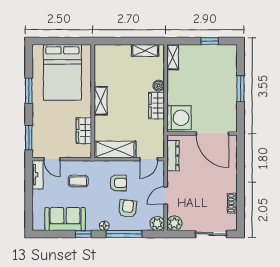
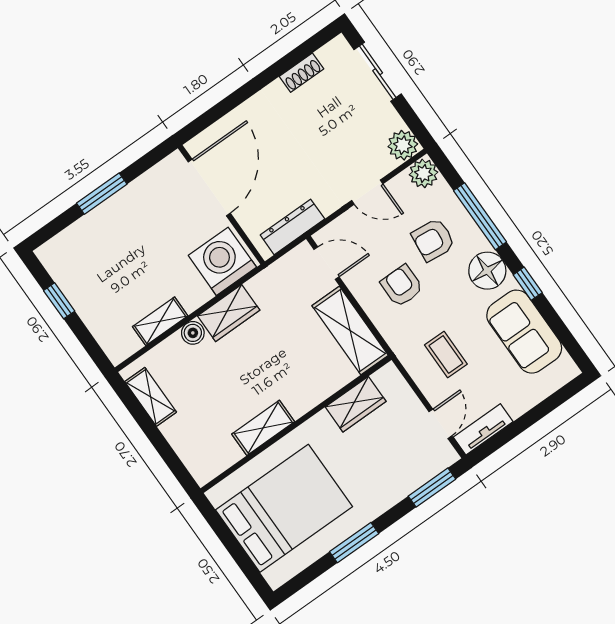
shelving: (173, 57) -> (160, 321), moved
shelving: (101, 101) -> (263, 428), moved
floor lamp: (104, 226) -> (487, 271), width x1.89, depth x1.89

